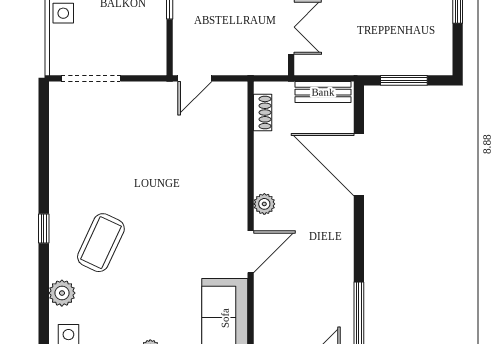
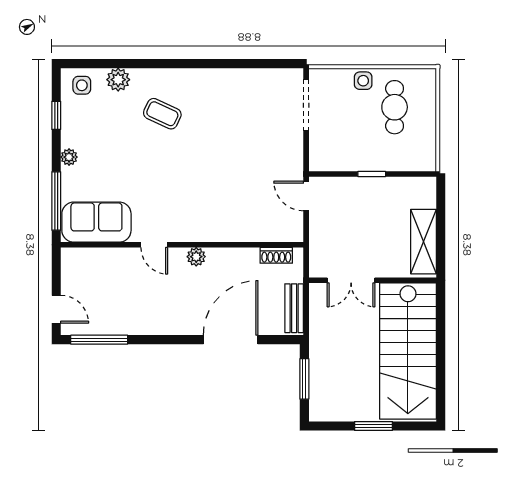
window: (44, 229) -> (175, 64), removed
coffee table: (101, 243) -> (162, 114), width x0.73, depth x0.77
door: (251, 252) -> (154, 245), width x0.73

